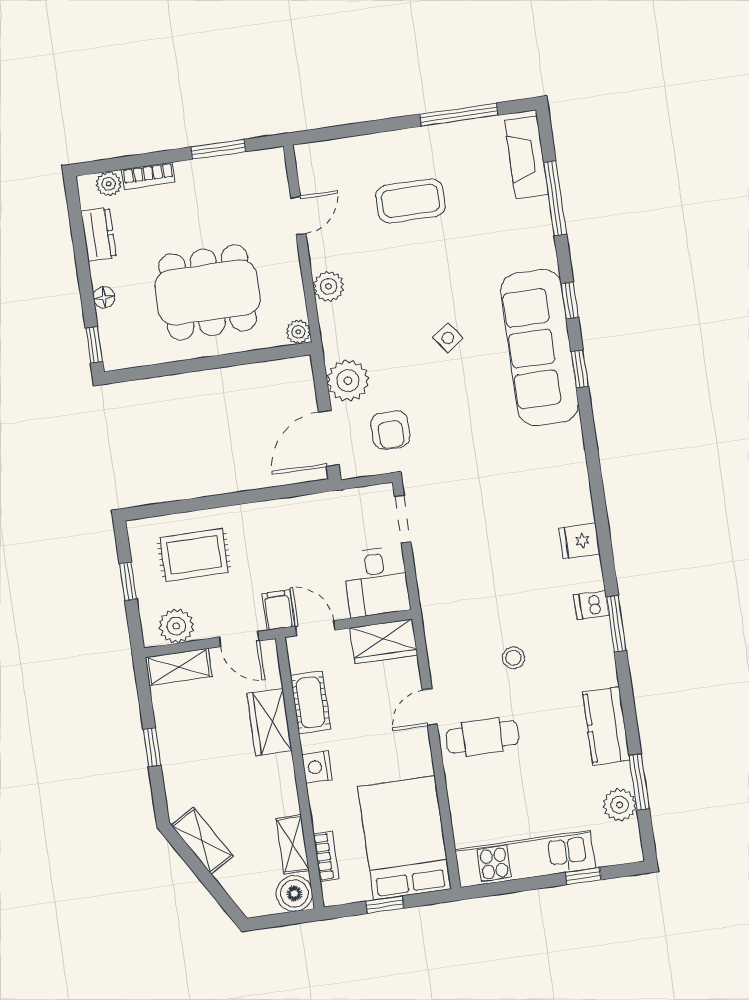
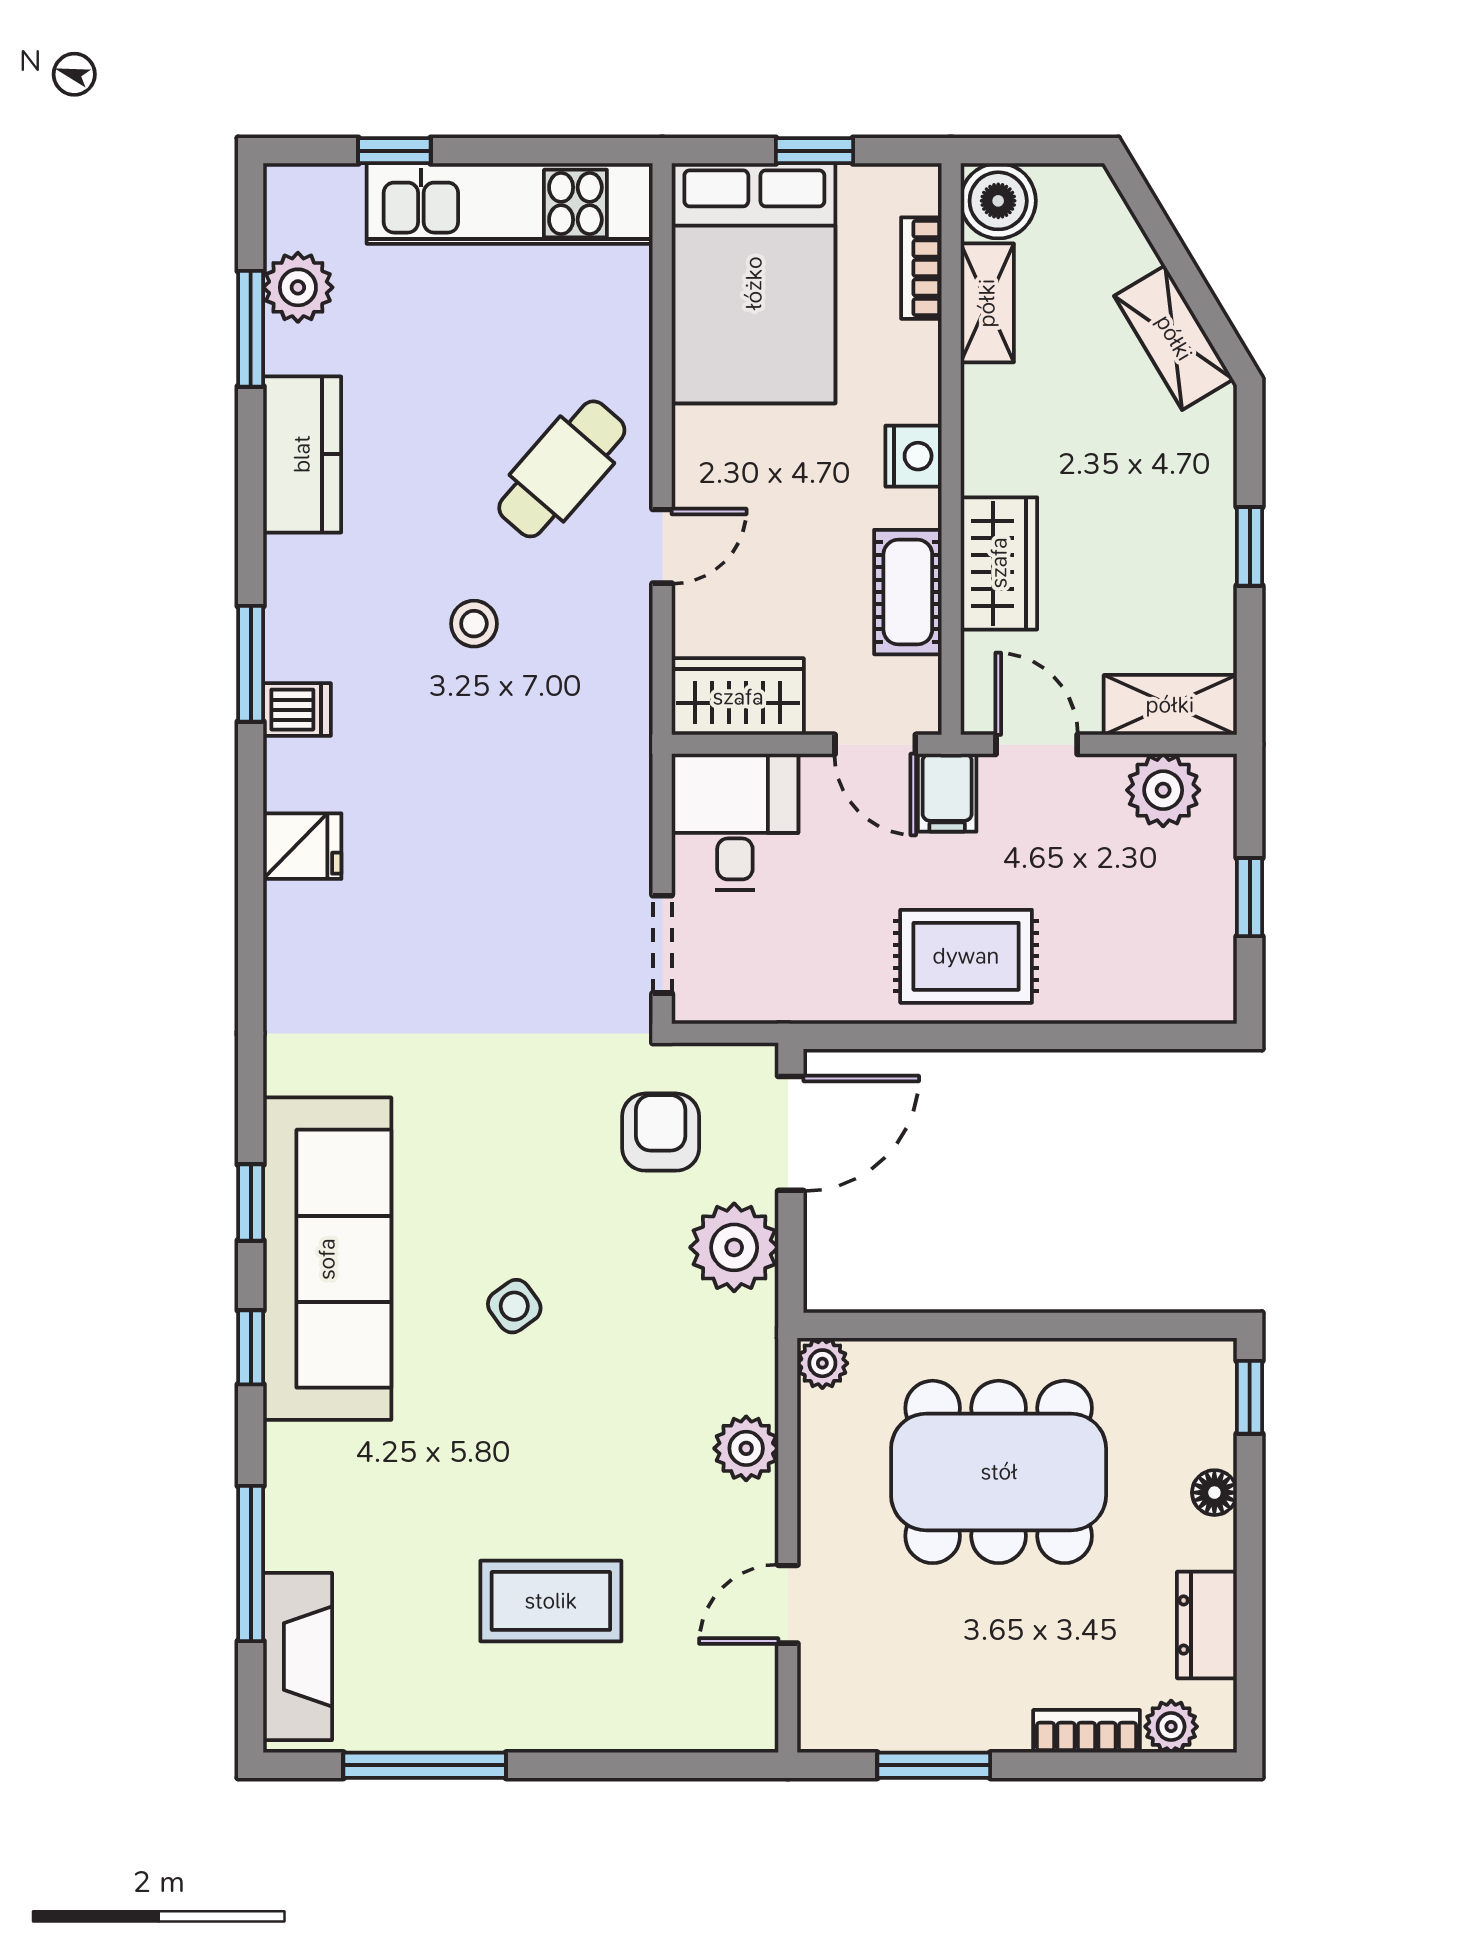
rug: (194, 555) -> (966, 956), moved
cafe table: (482, 737) -> (562, 469), turned -49

